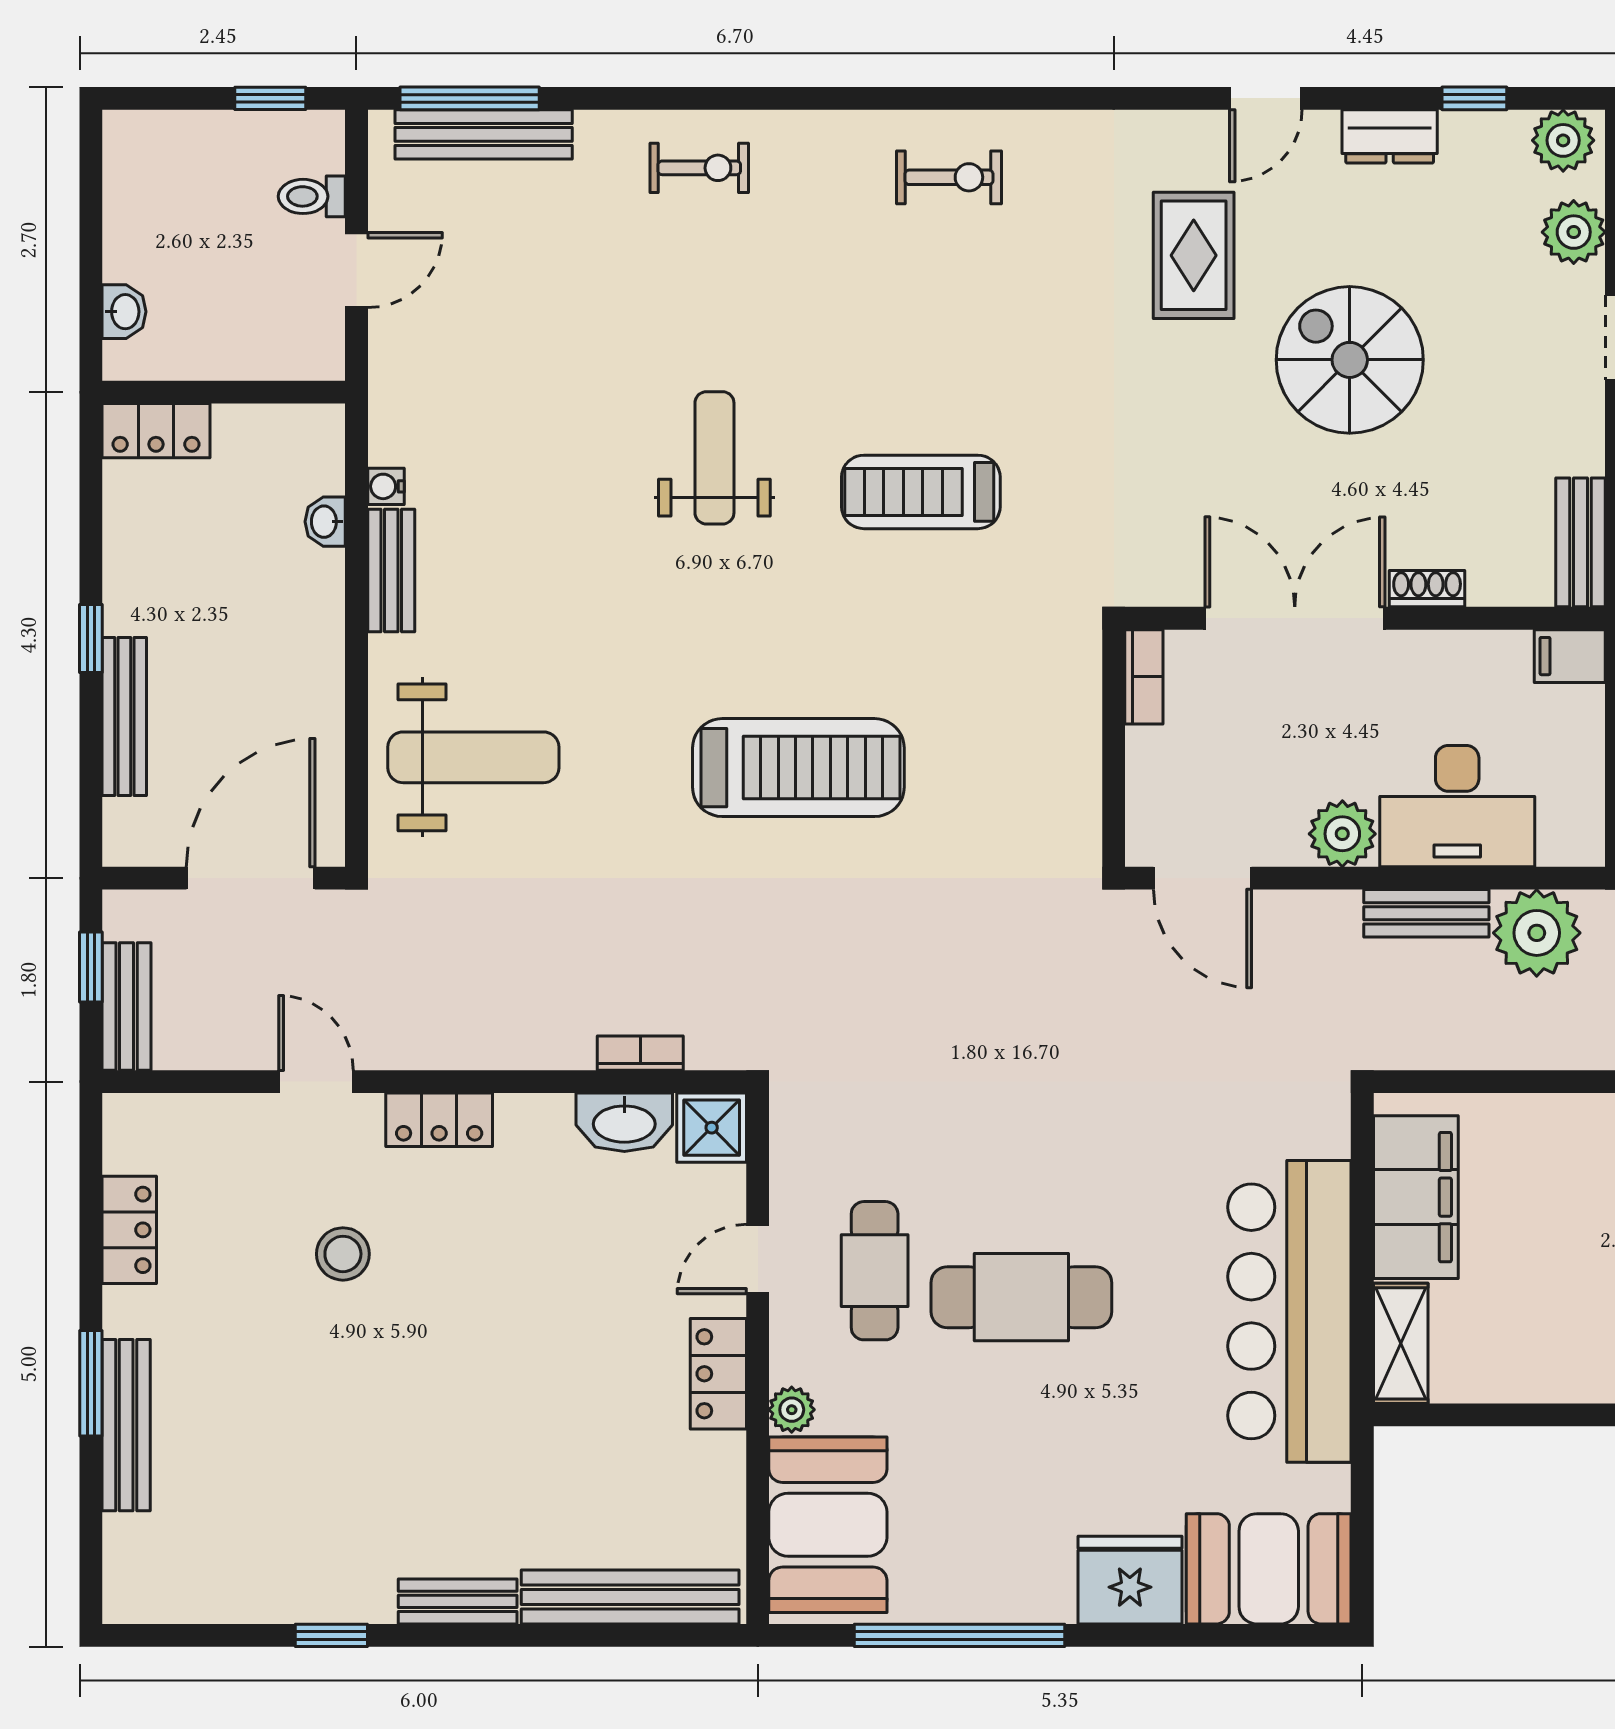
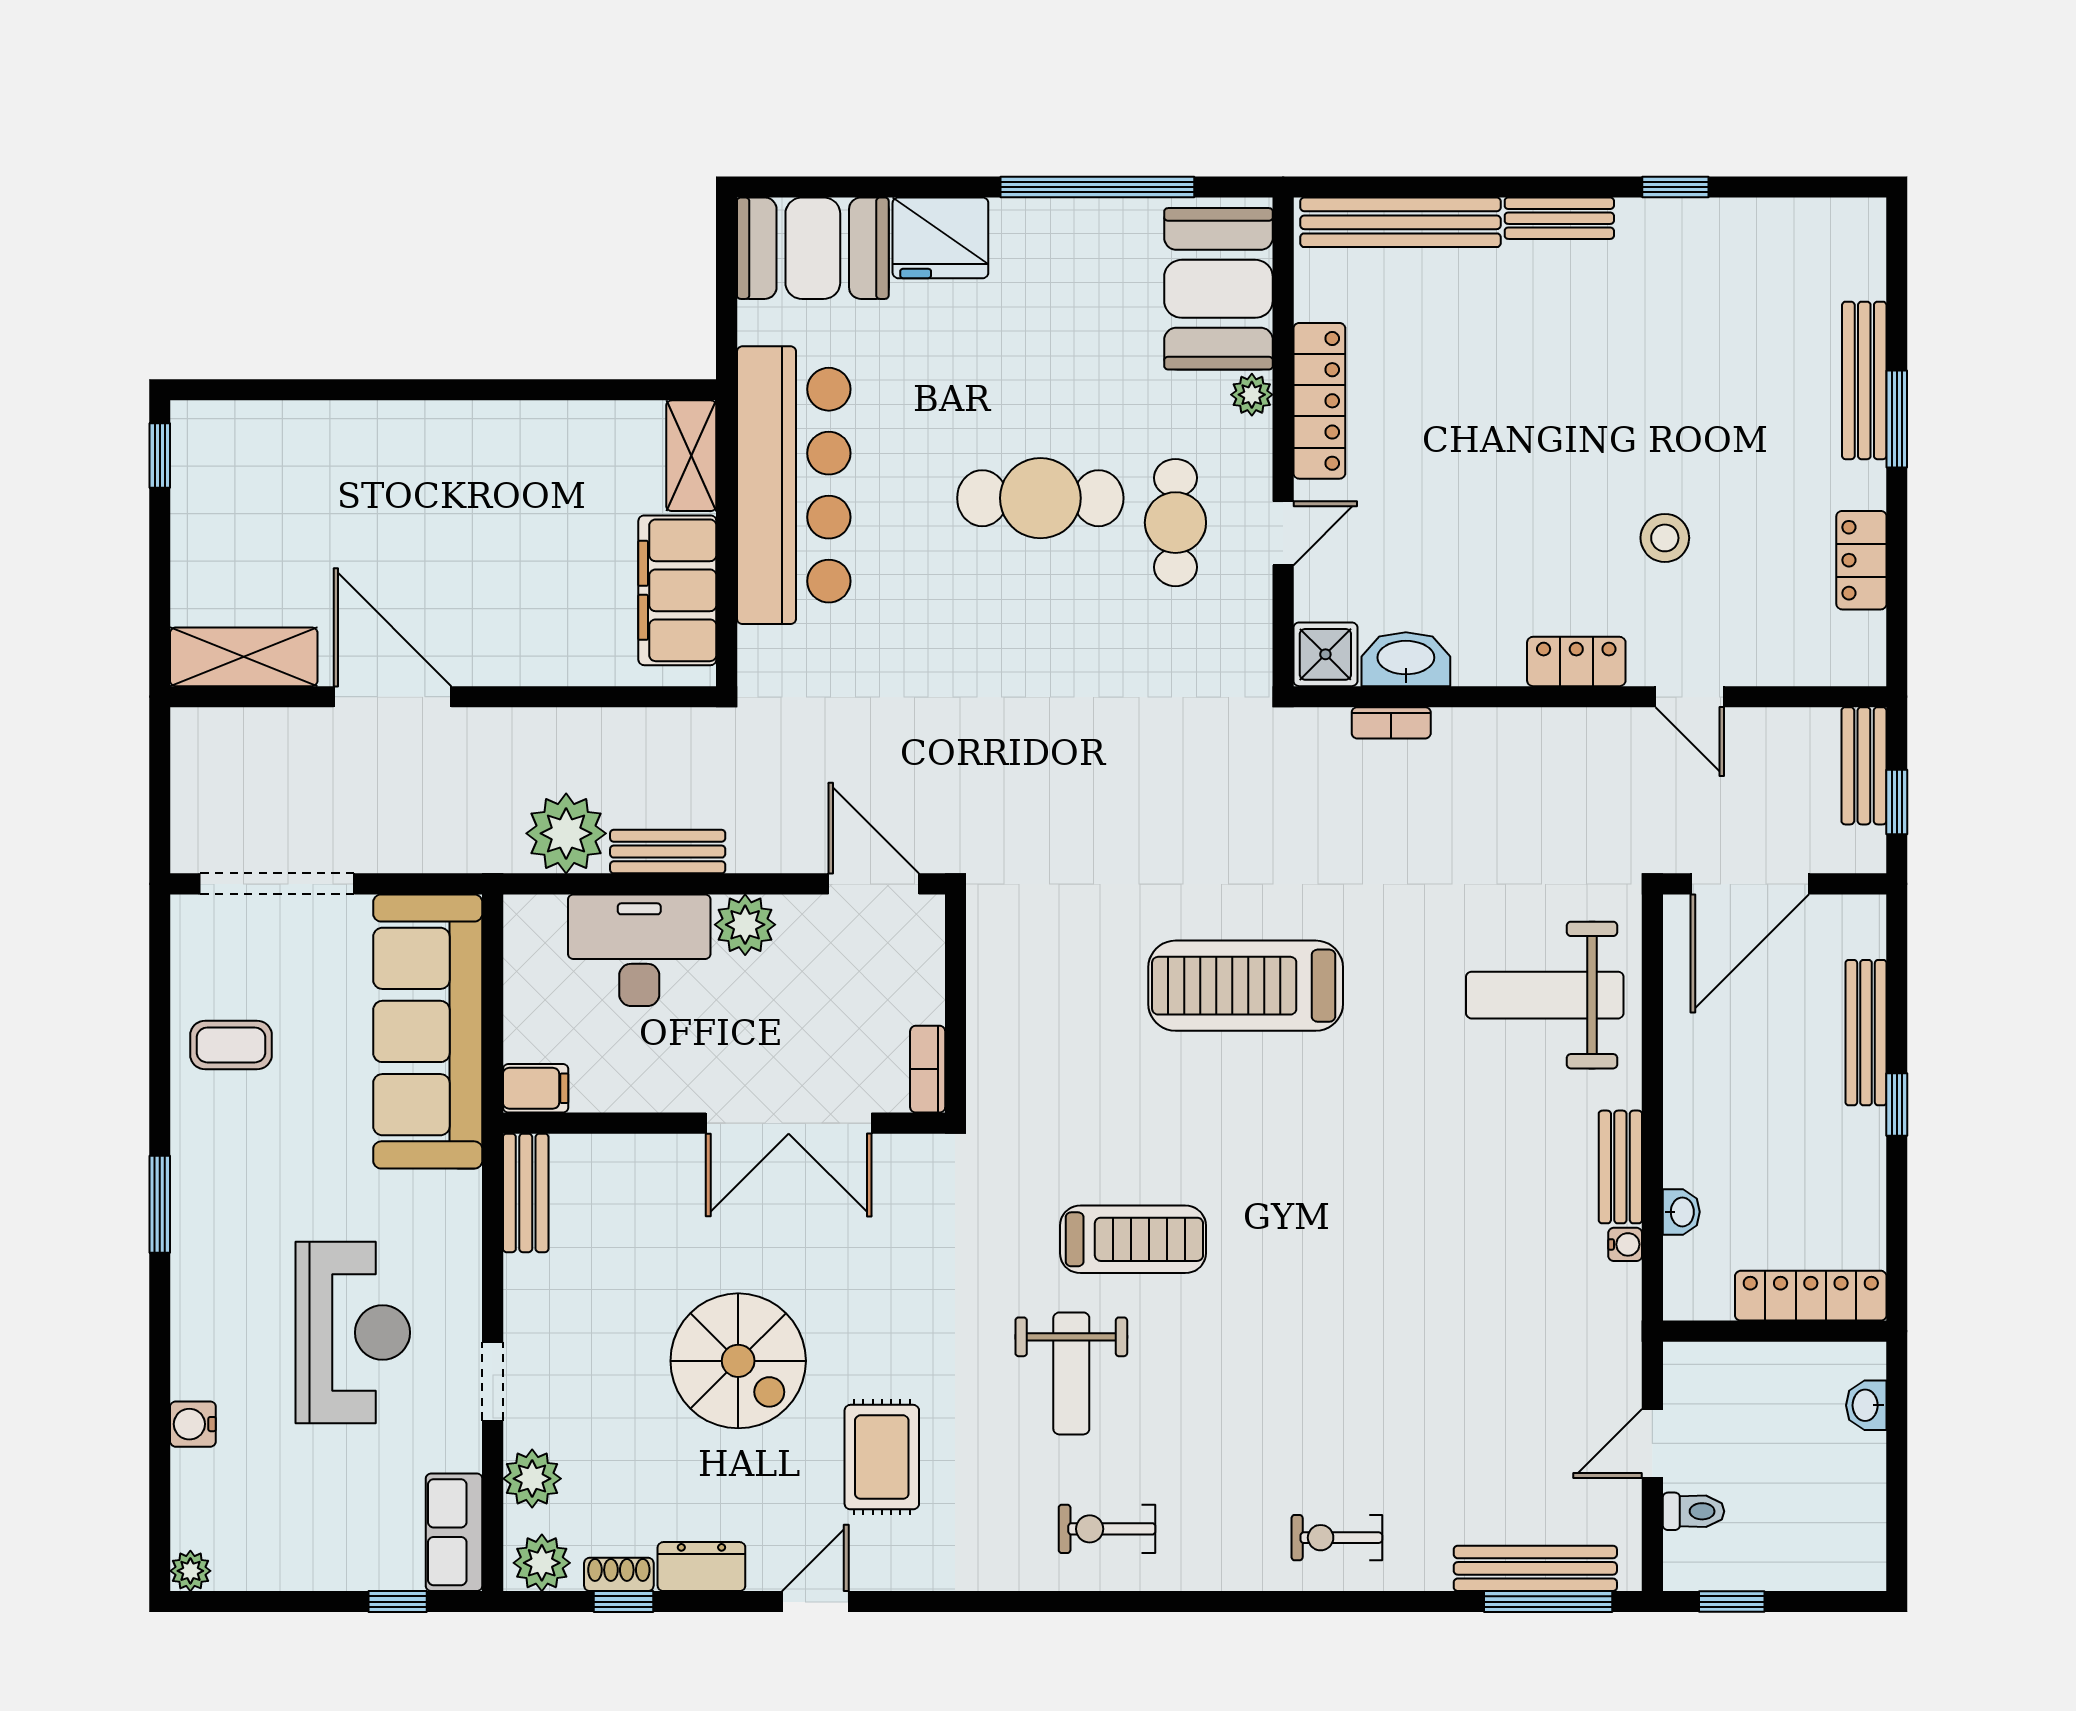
locker: (156, 431) -> (1811, 1296), width x1.53
weight bench: (714, 458) -> (1071, 1373), moved
shoe rack: (1427, 589) -> (619, 1574), moved, turned 180
locker: (718, 1374) -> (1319, 401), width x1.53

